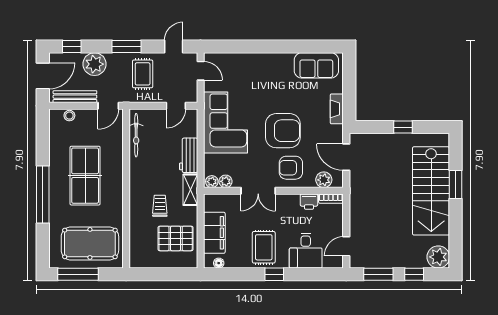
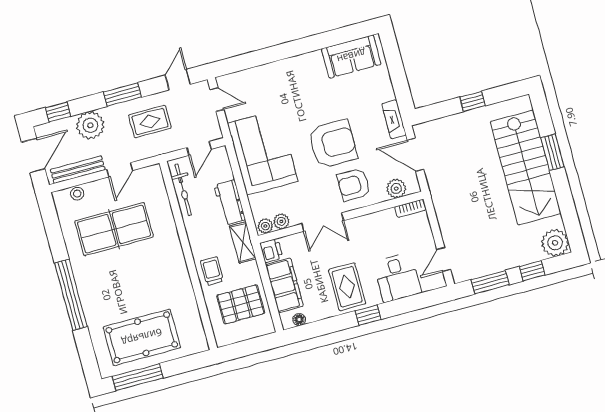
rug: (143, 74) -> (150, 122), turned 90
fireplace: (337, 109) -> (394, 119), moved
bicycle: (136, 135) -> (183, 190), moved
table tennis table: (85, 176) -> (114, 229), moved, turned 90
wall: (126, 188) -> (188, 256), moved
printer: (309, 202) -> (271, 251), moved, turned -90

